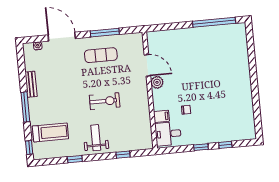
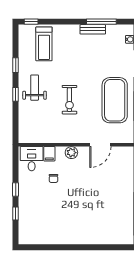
exercise mat: (101, 55) -> (115, 100), width x2.00, depth x1.45
plant: (157, 82) -> (71, 153), moved
window: (25, 107) -> (101, 22), moved
weight bench: (96, 138) -> (35, 88), turned -90
window: (123, 155) -> (16, 94), moved

